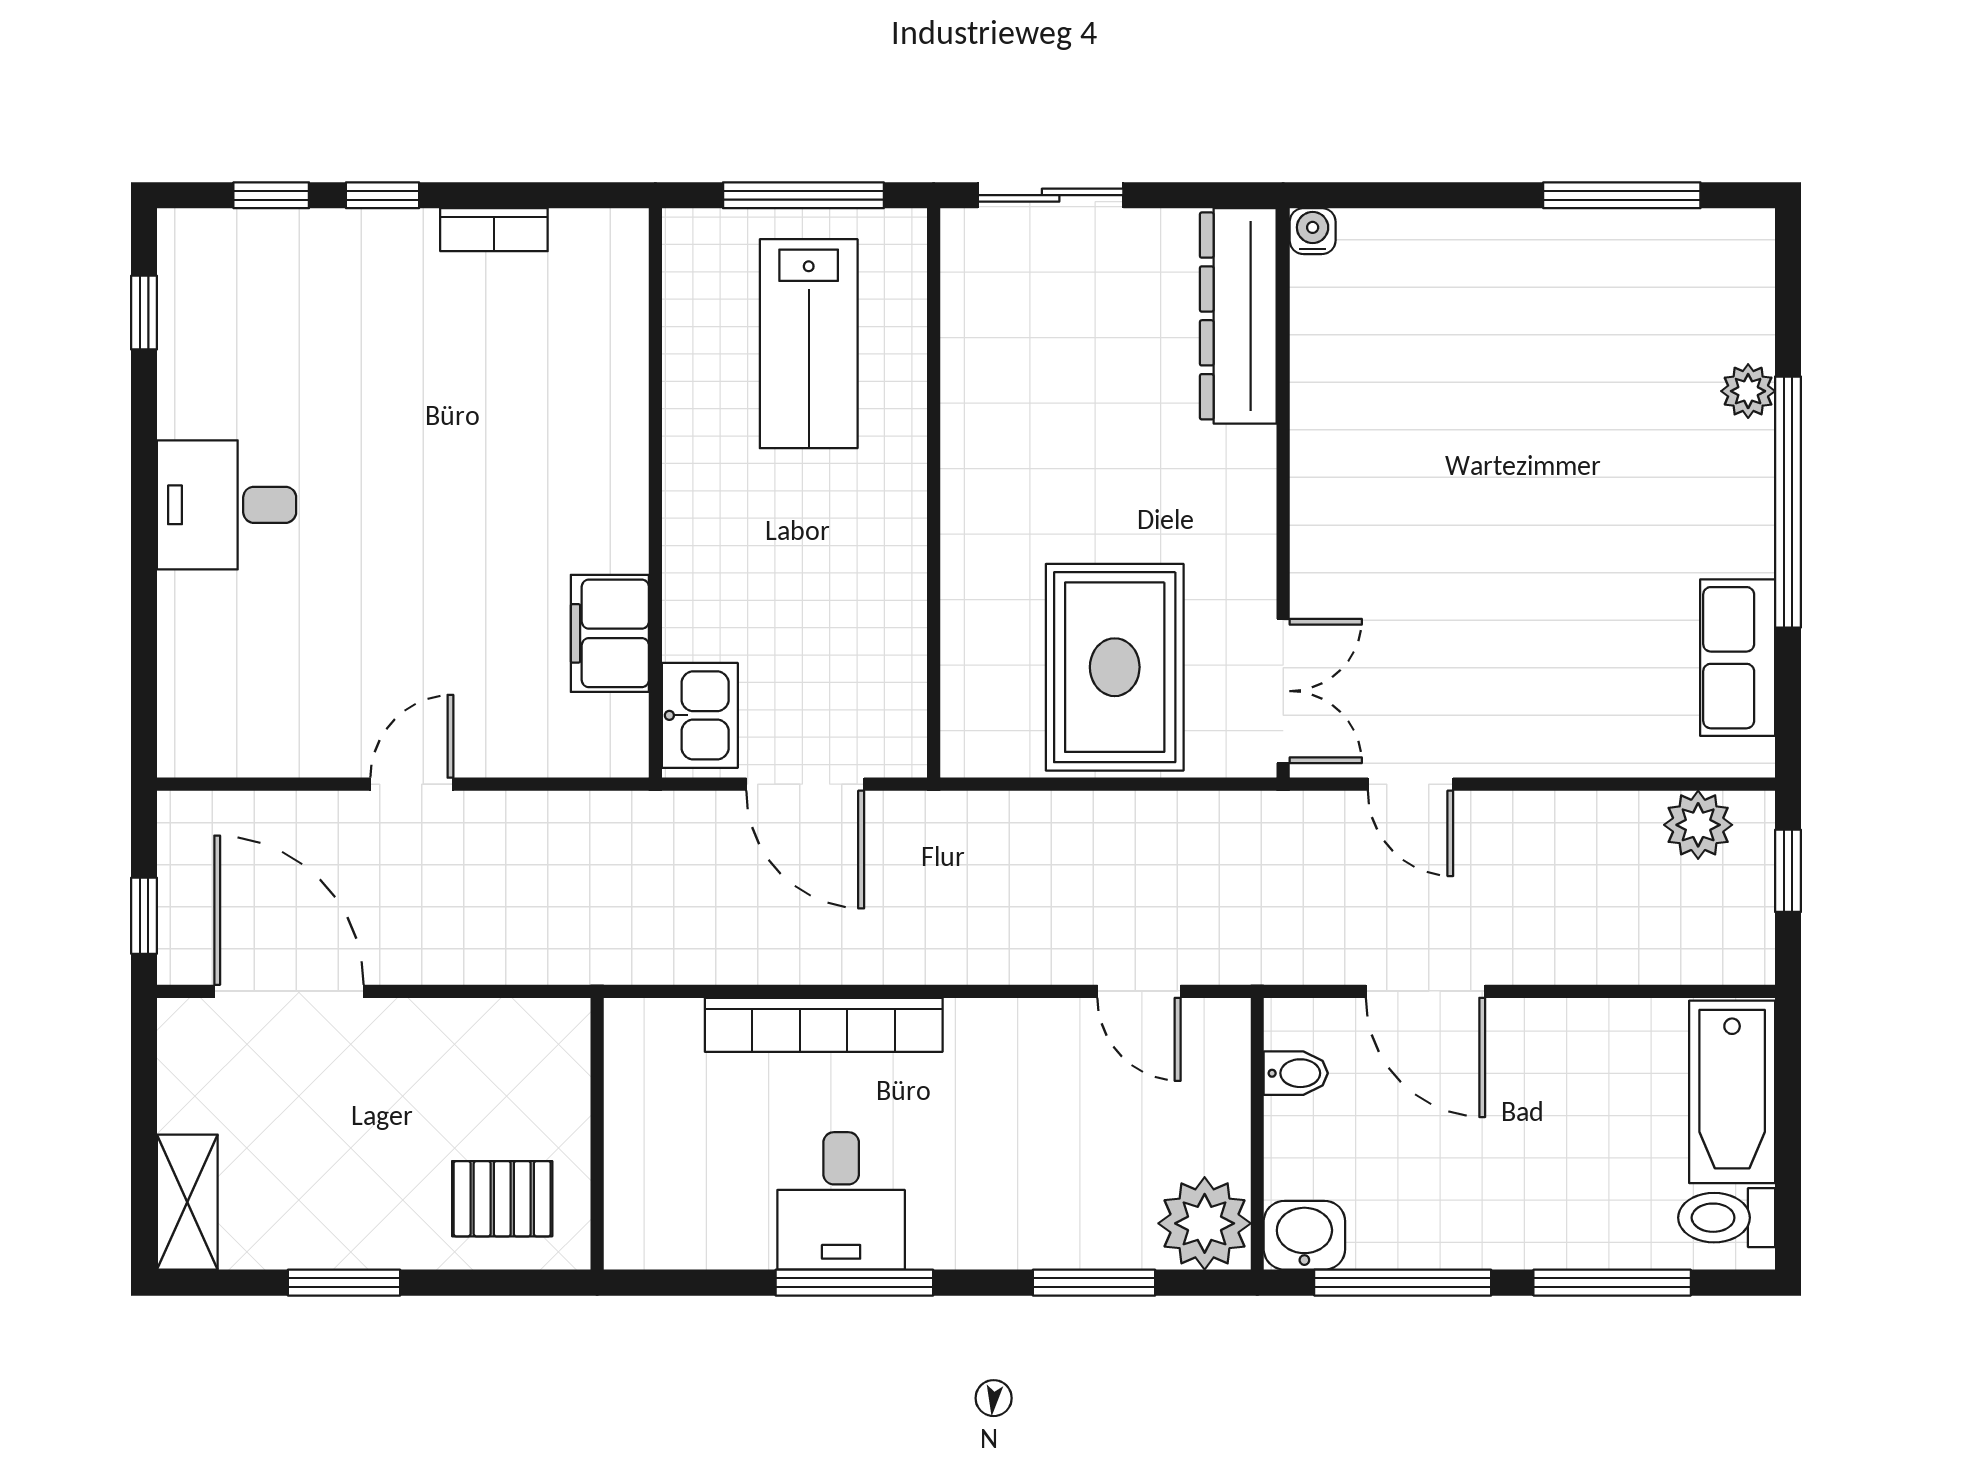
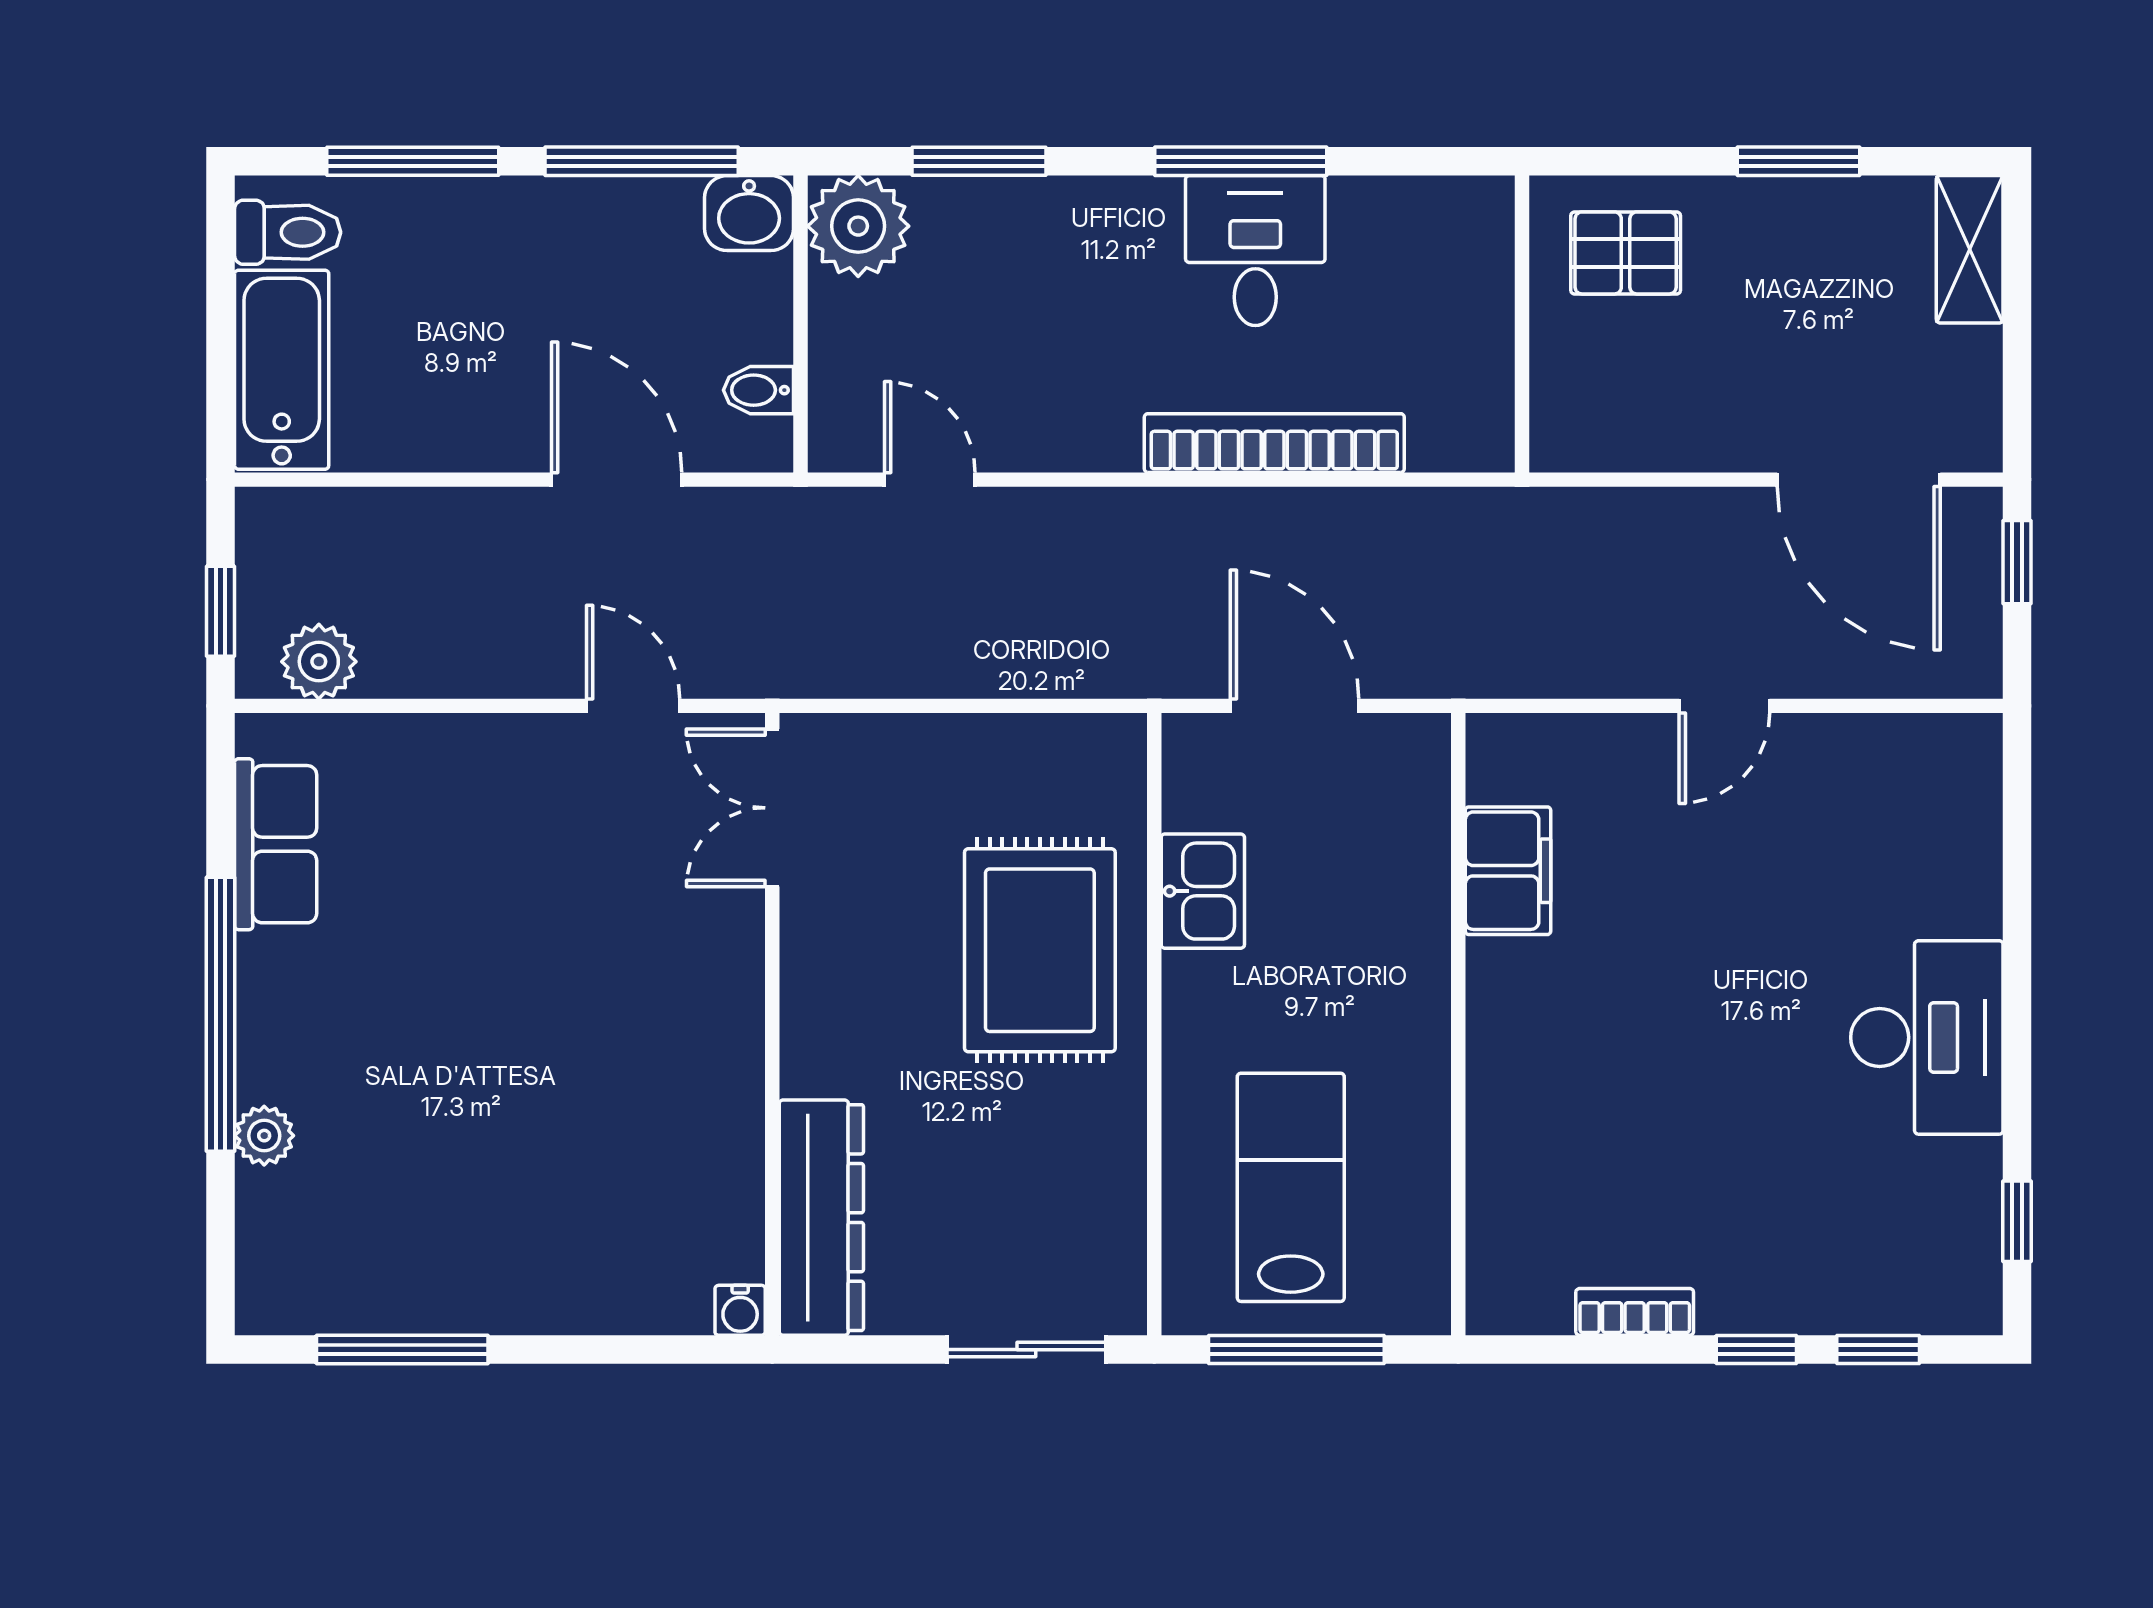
desk: (227, 505) -> (1927, 1037), width x1.37
rug: (1115, 667) -> (1040, 950), moved
kitchen sink: (700, 715) -> (1203, 891), moved, turned 180

